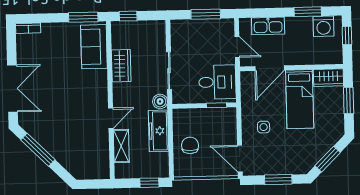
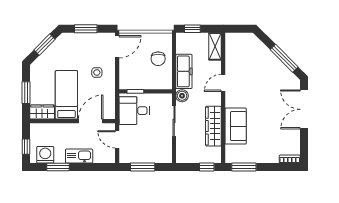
kitchen sink: (268, 26) -> (79, 156), moved
sofa: (94, 47) -> (236, 126), moved
wardrobe: (121, 66) -> (213, 126), width x1.50
shelving: (121, 146) -> (215, 46), moved
door: (240, 159) -> (117, 47), hinge flipped

